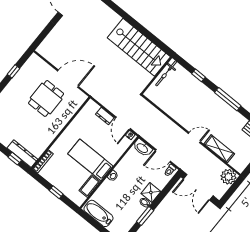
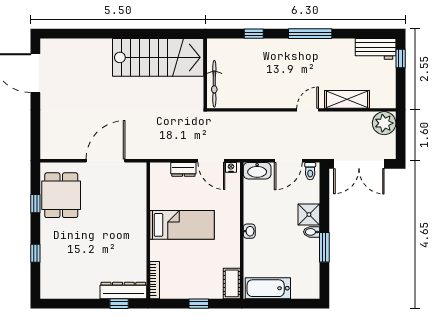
bicycle: (166, 73) -> (214, 84), moved
dining table: (46, 98) -> (61, 195), moved
bed: (90, 160) -> (182, 225), moved, turned 180
cot: (90, 186) -> (232, 283), moved

